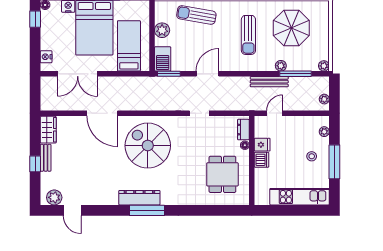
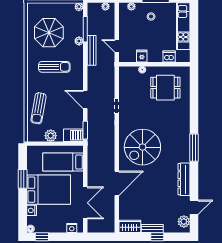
dresser: (243, 130) -> (130, 71), removed
dishwasher: (261, 160) -> (169, 56), moved
dresser: (139, 198) -> (184, 179), moved

